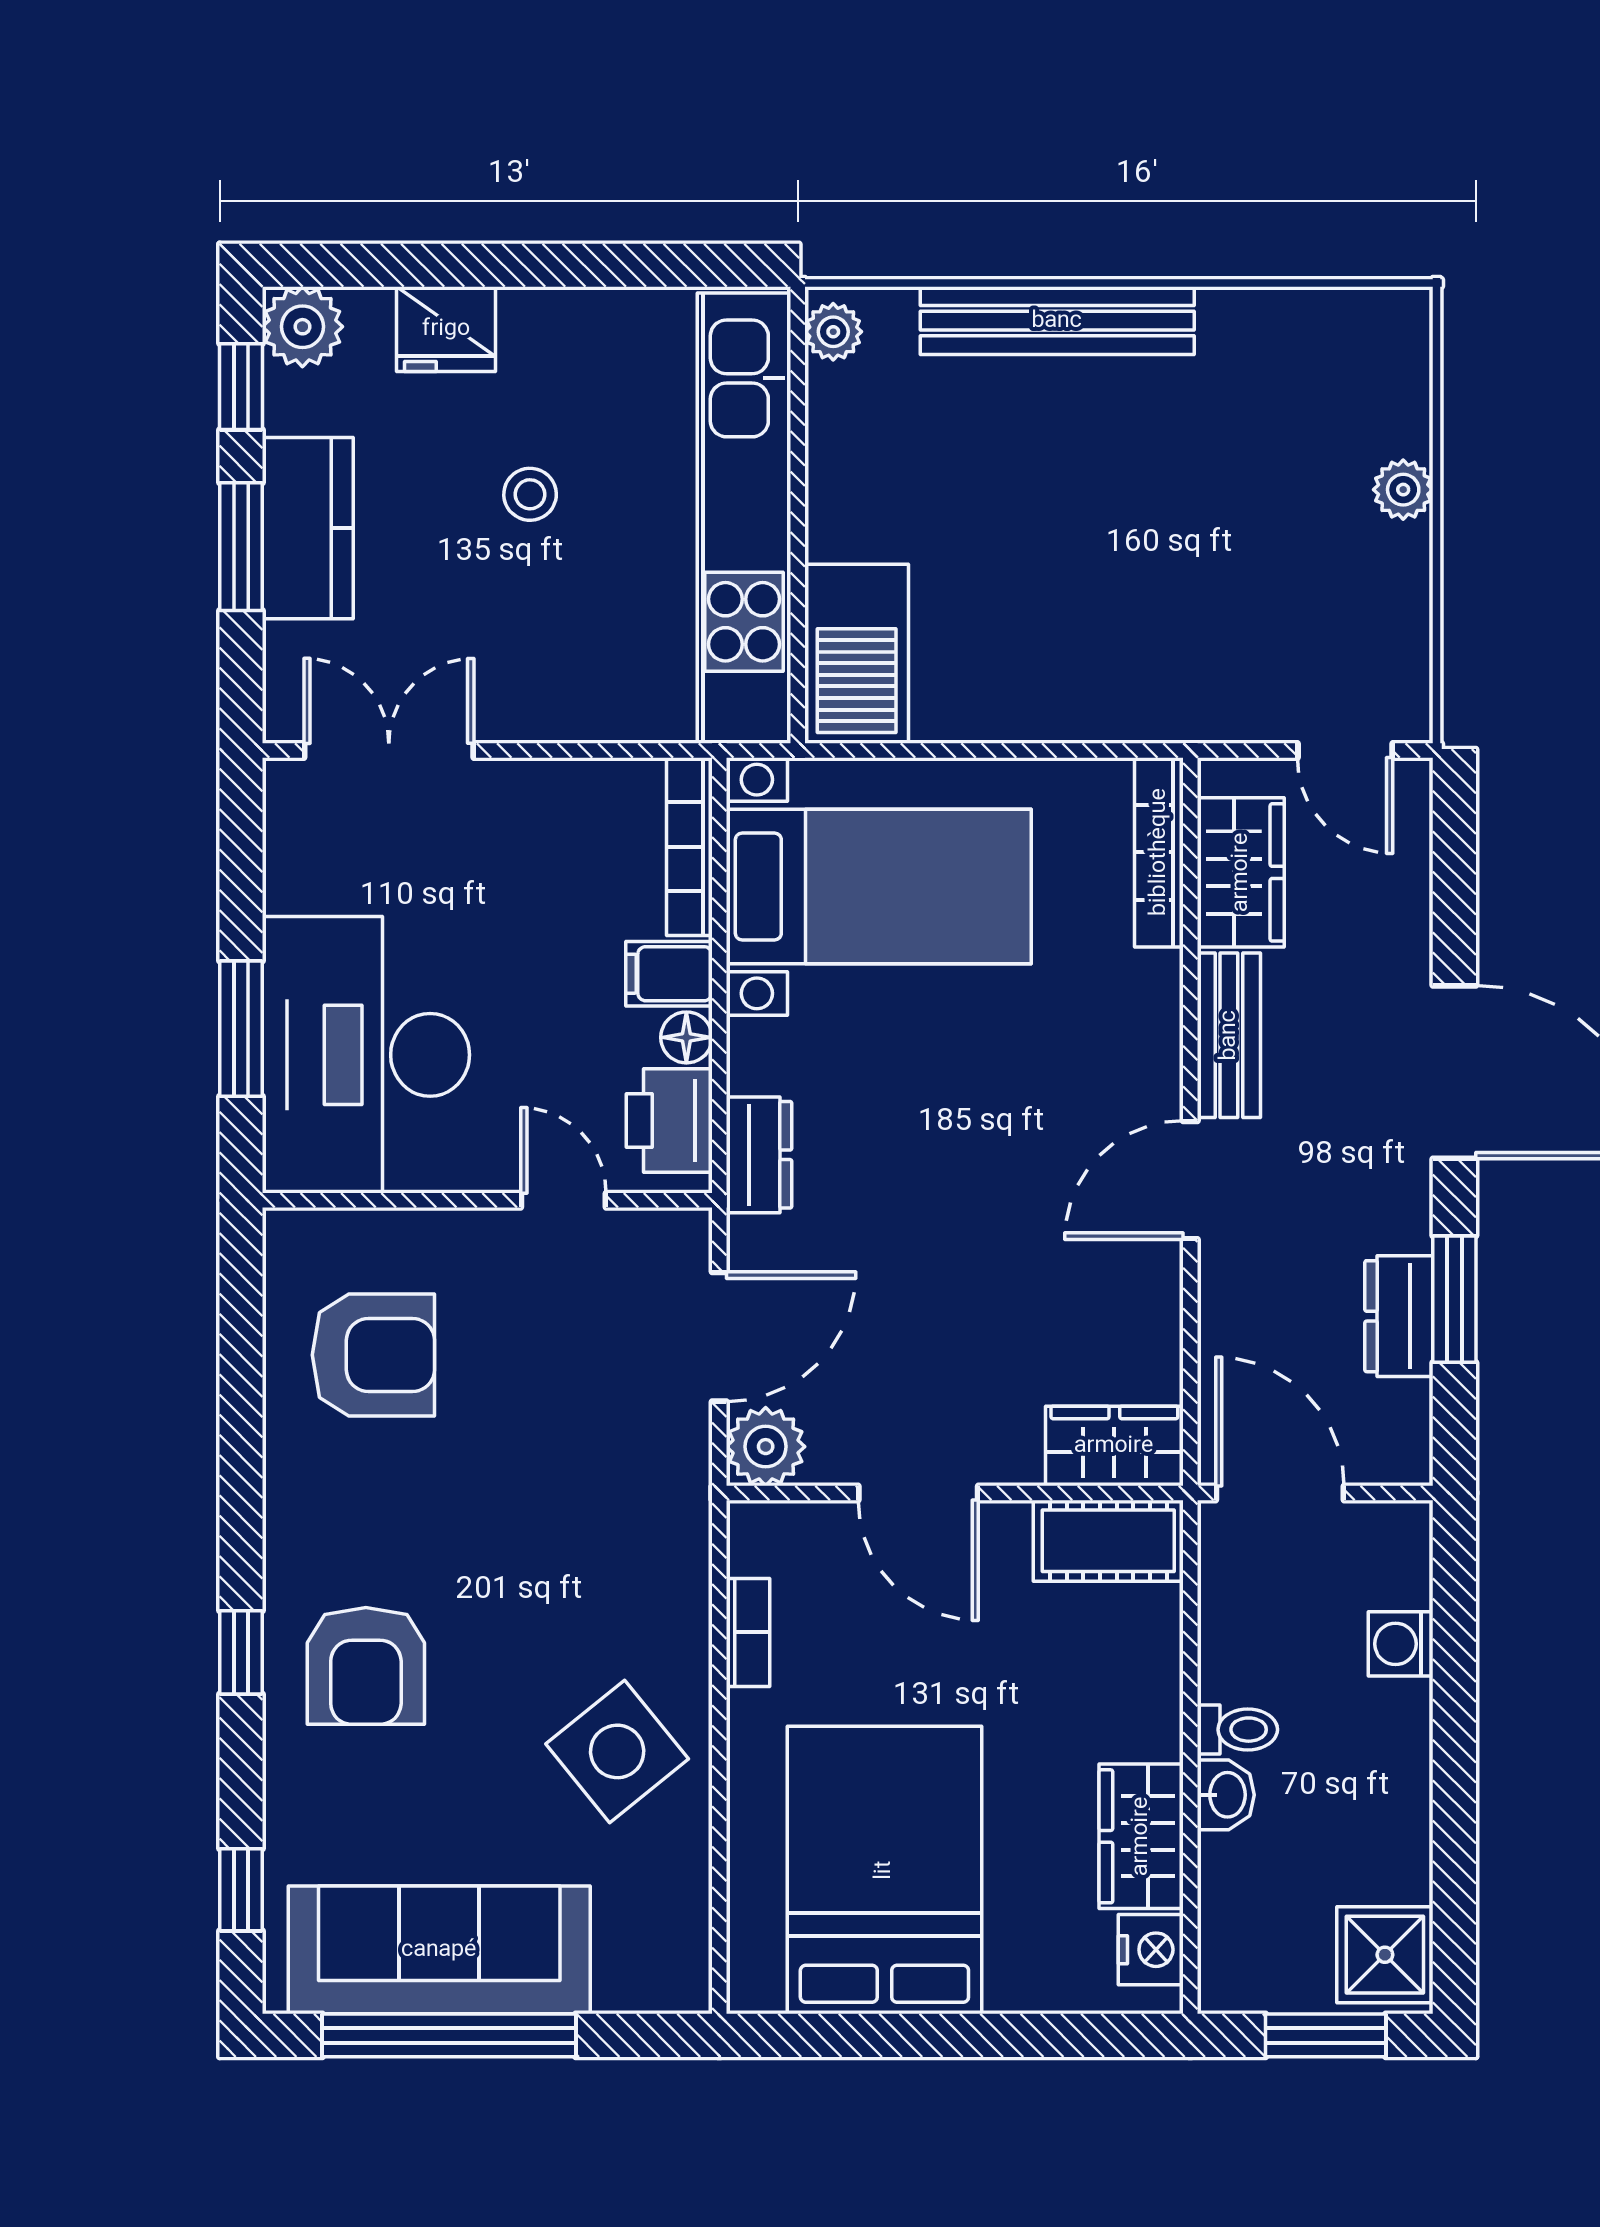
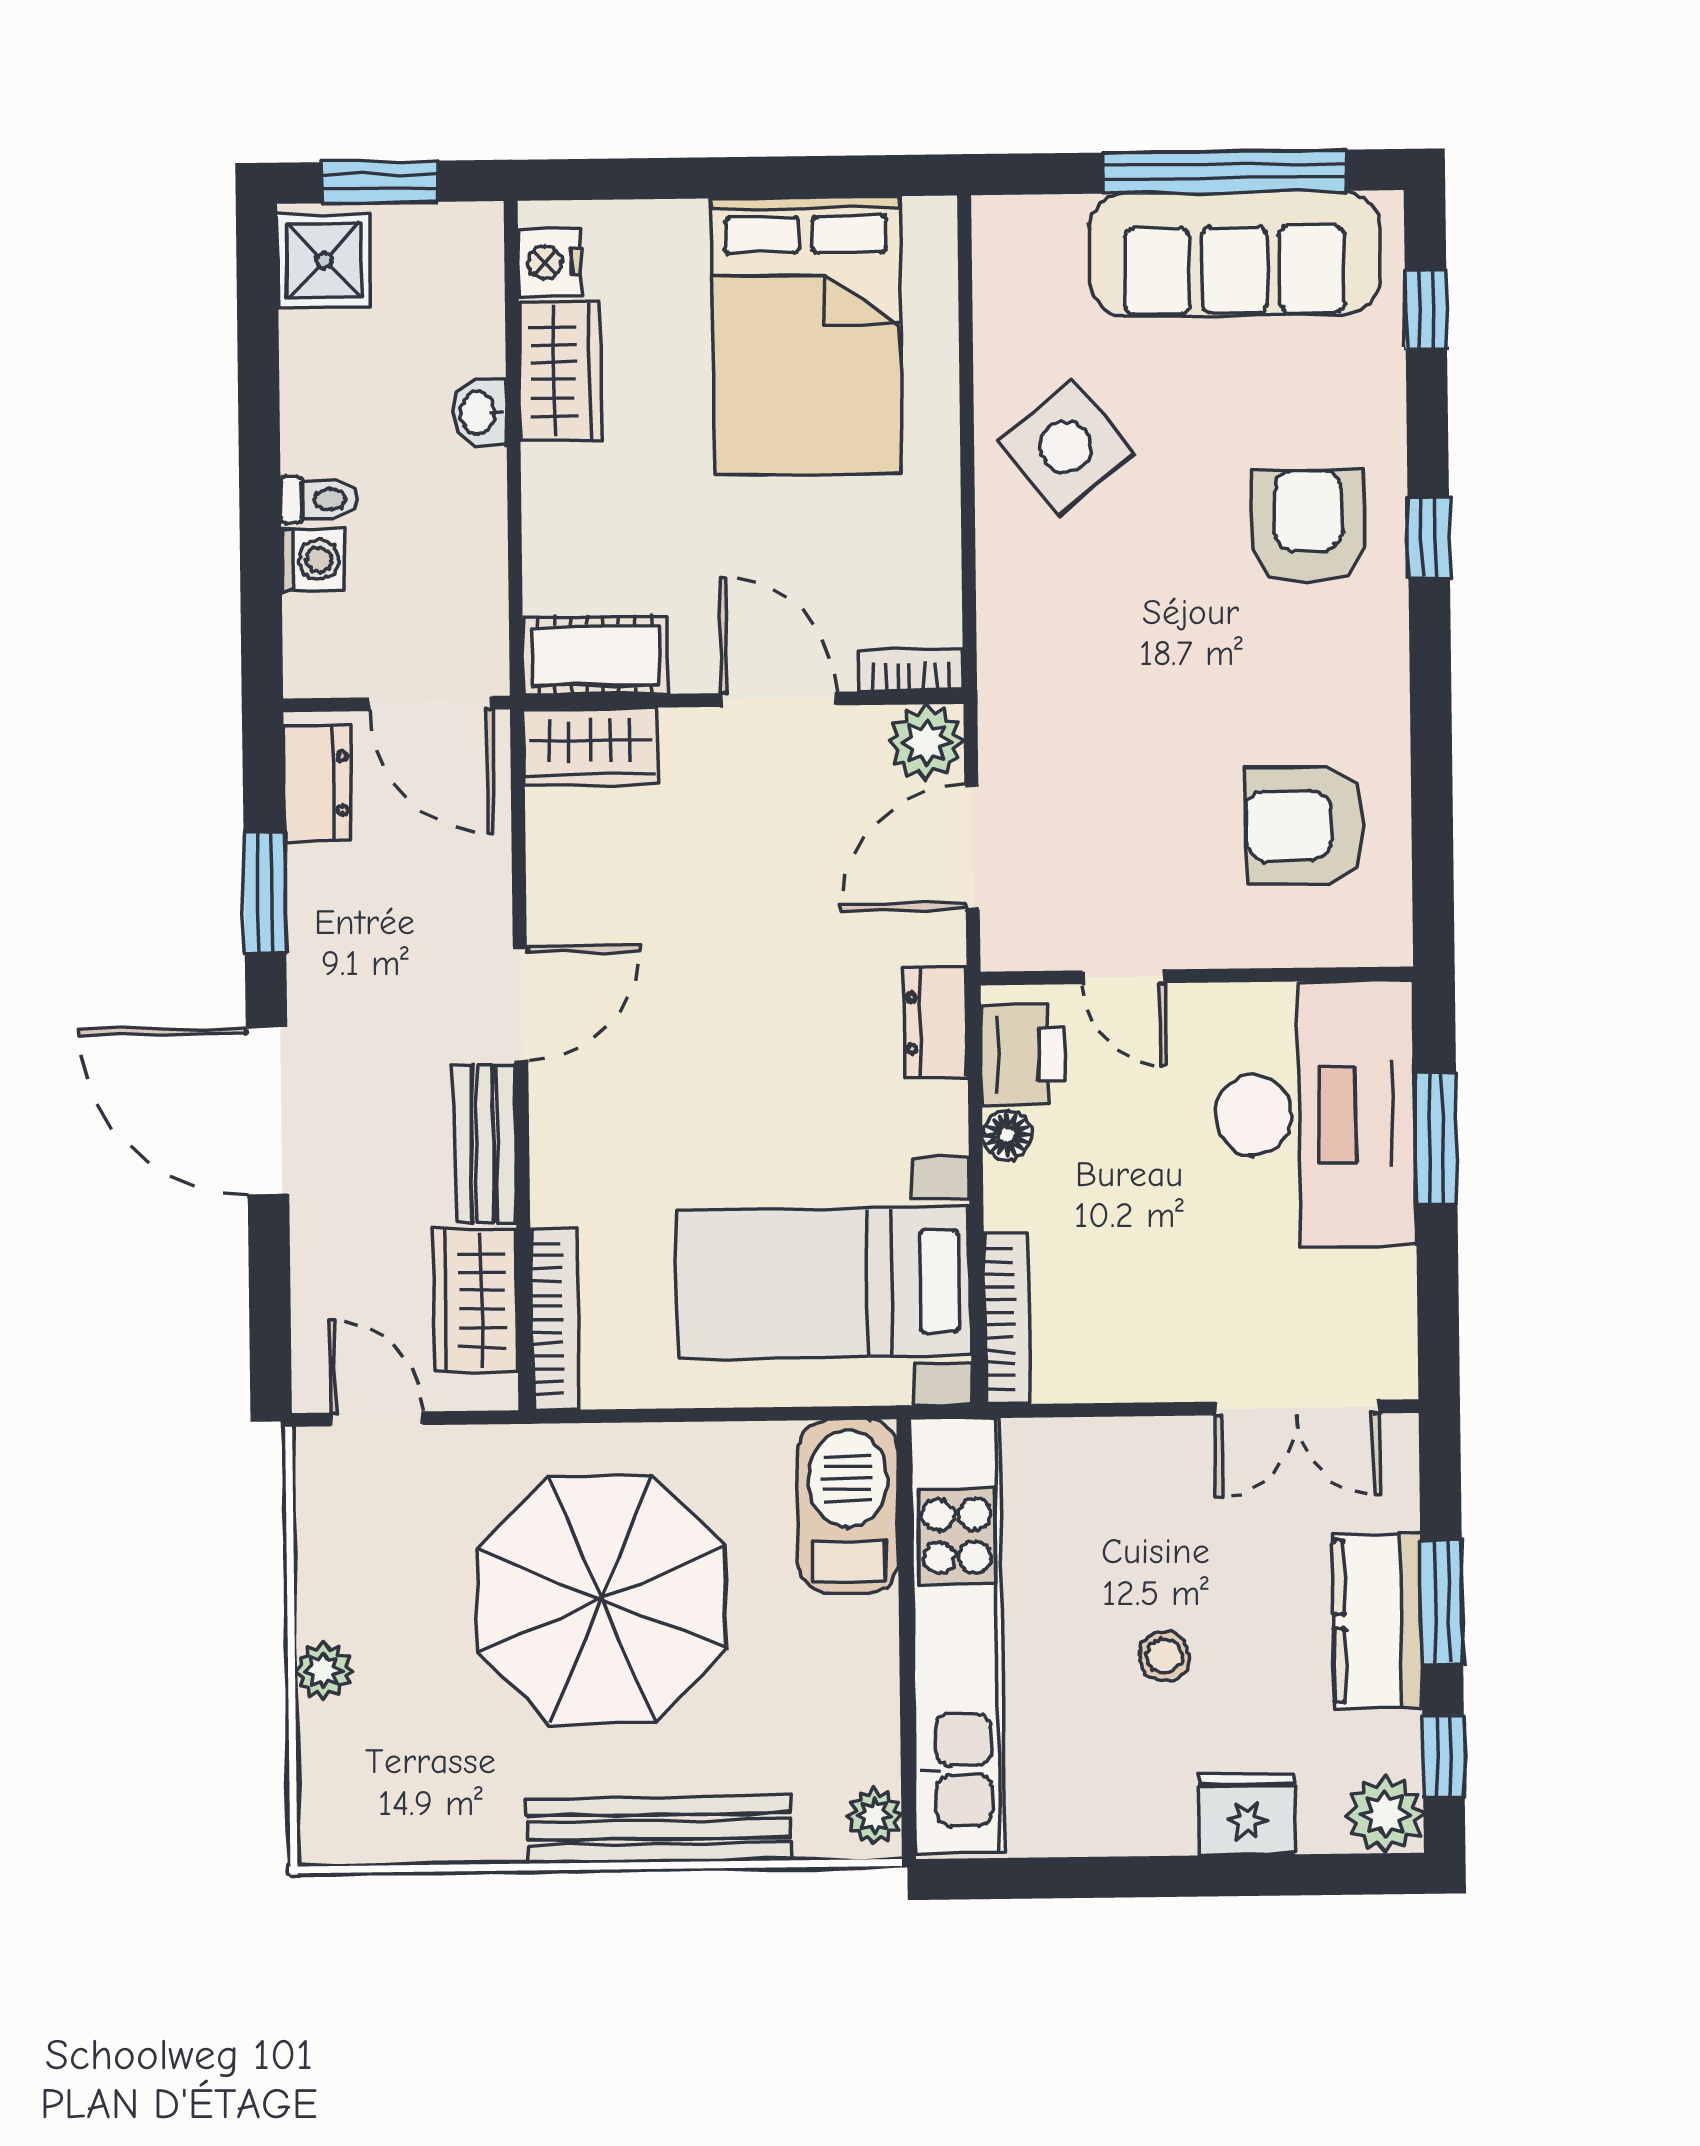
parasol: (1114, 560) -> (601, 1599), added
filing cabinet: (669, 974) -> (1025, 1196), removed
dresser: (1399, 1316) -> (317, 784), moved
bookcase: (748, 1632) -> (911, 670), moved, turned 90
toilet: (1237, 1730) -> (319, 499), moved, turned 180

